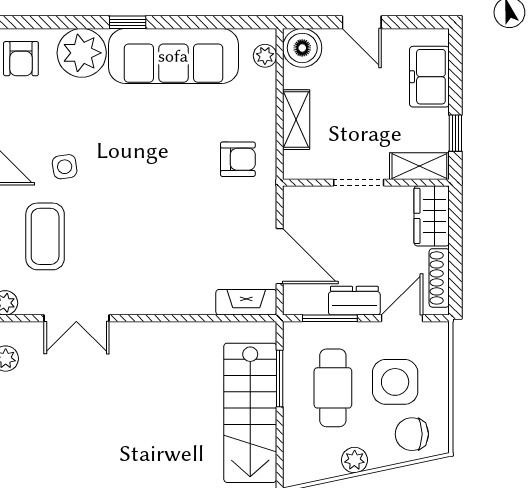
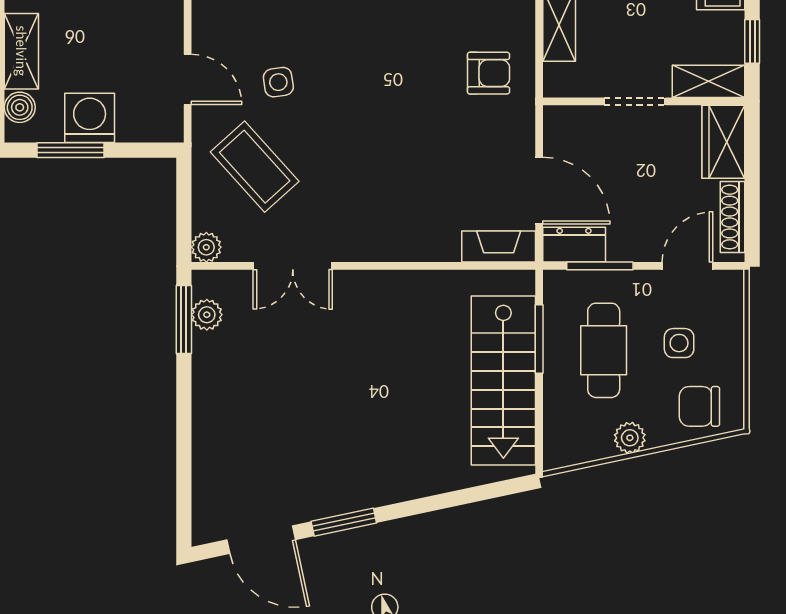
coffee table: (45, 236) -> (255, 167), turned -42
dresser: (354, 301) -> (574, 245), moved
side table: (395, 382) -> (679, 343), width x0.54, depth x0.54

